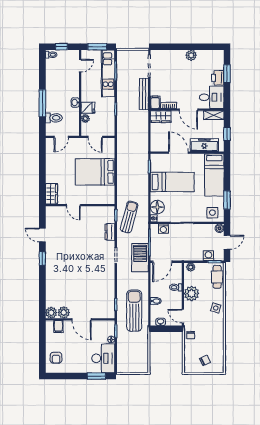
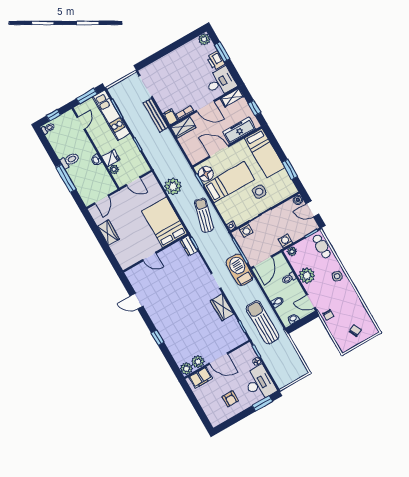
plant: (191, 55) -> (204, 39), moved
toilet: (54, 118) -> (70, 160), moved
plant: (125, 159) -> (173, 186), added
bed: (95, 172) -> (164, 222), moved, turned 90
wardrobe: (51, 194) -> (108, 233), moved
floor lamp: (157, 207) -> (206, 174), moved
side table: (212, 213) -> (259, 192), moved
sun lounger: (129, 217) -> (204, 215), moved
dresser: (110, 232) -> (189, 246), moved
door: (227, 242) -> (312, 209), swing flipped
washing machine: (208, 256) -> (285, 241), moved
window: (42, 258) -> (158, 338), moved
wardrobe: (108, 280) -> (222, 307), added
filing cabinet: (58, 327) -> (201, 378), width x2.00
armchair: (56, 358) -> (230, 399), moved

